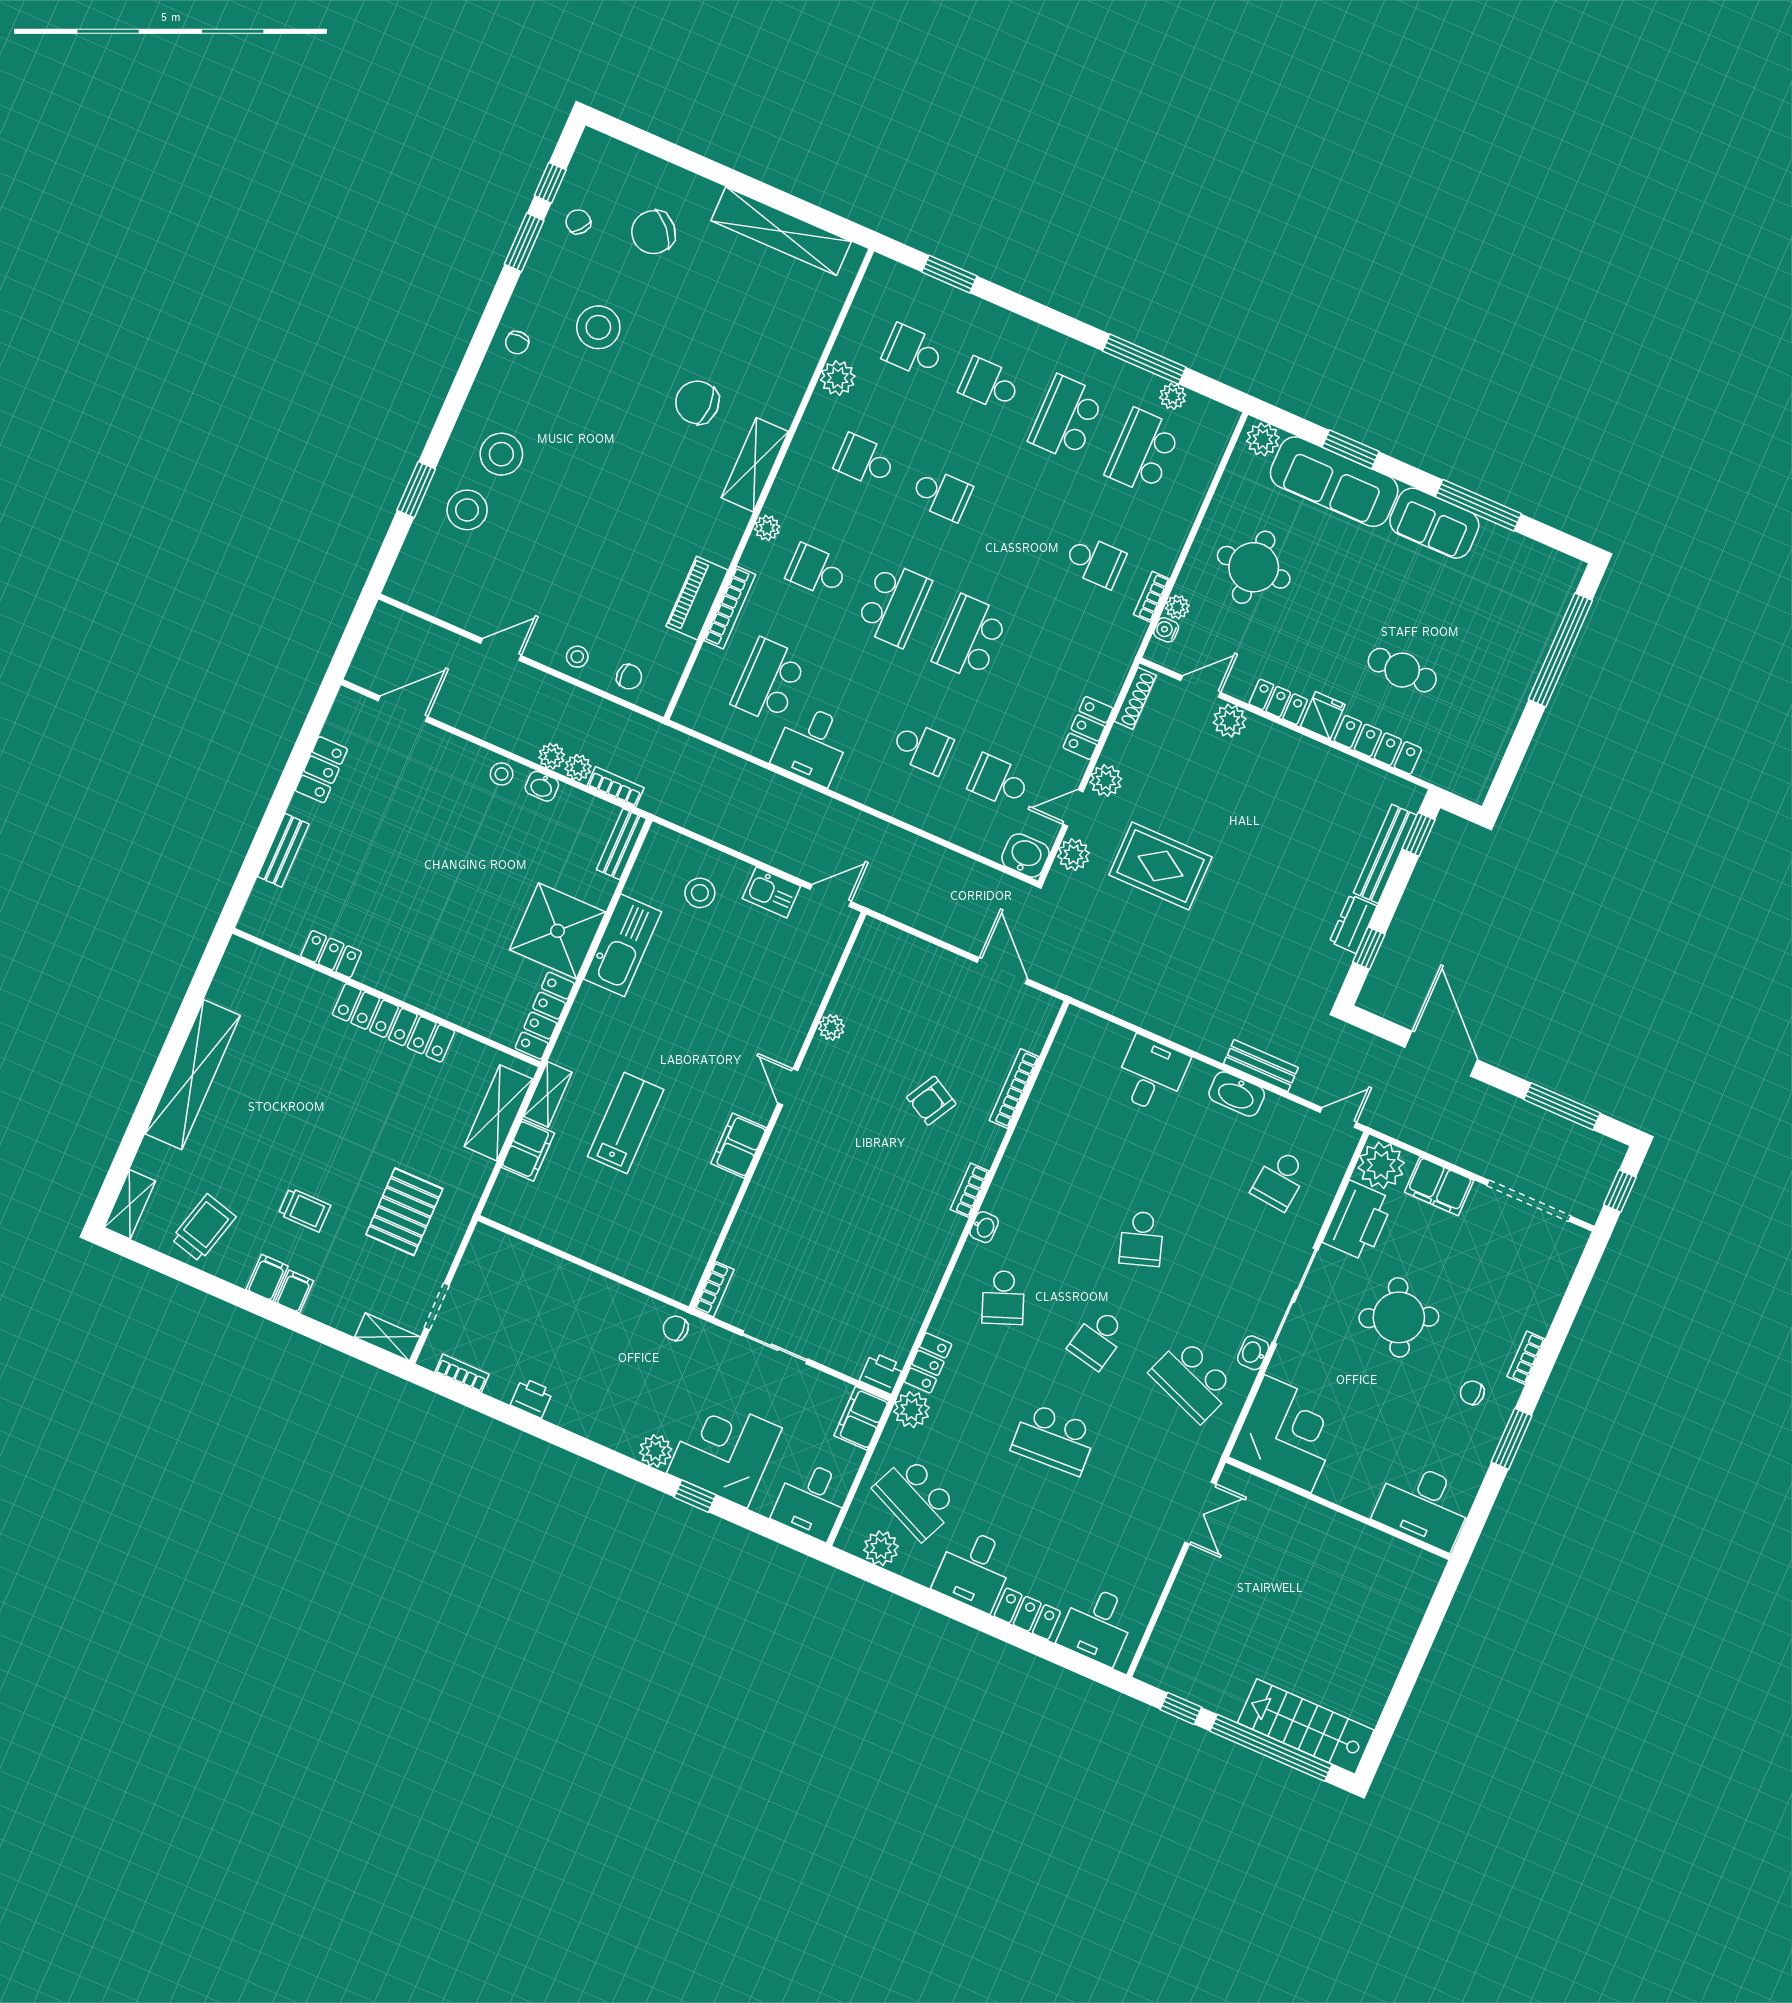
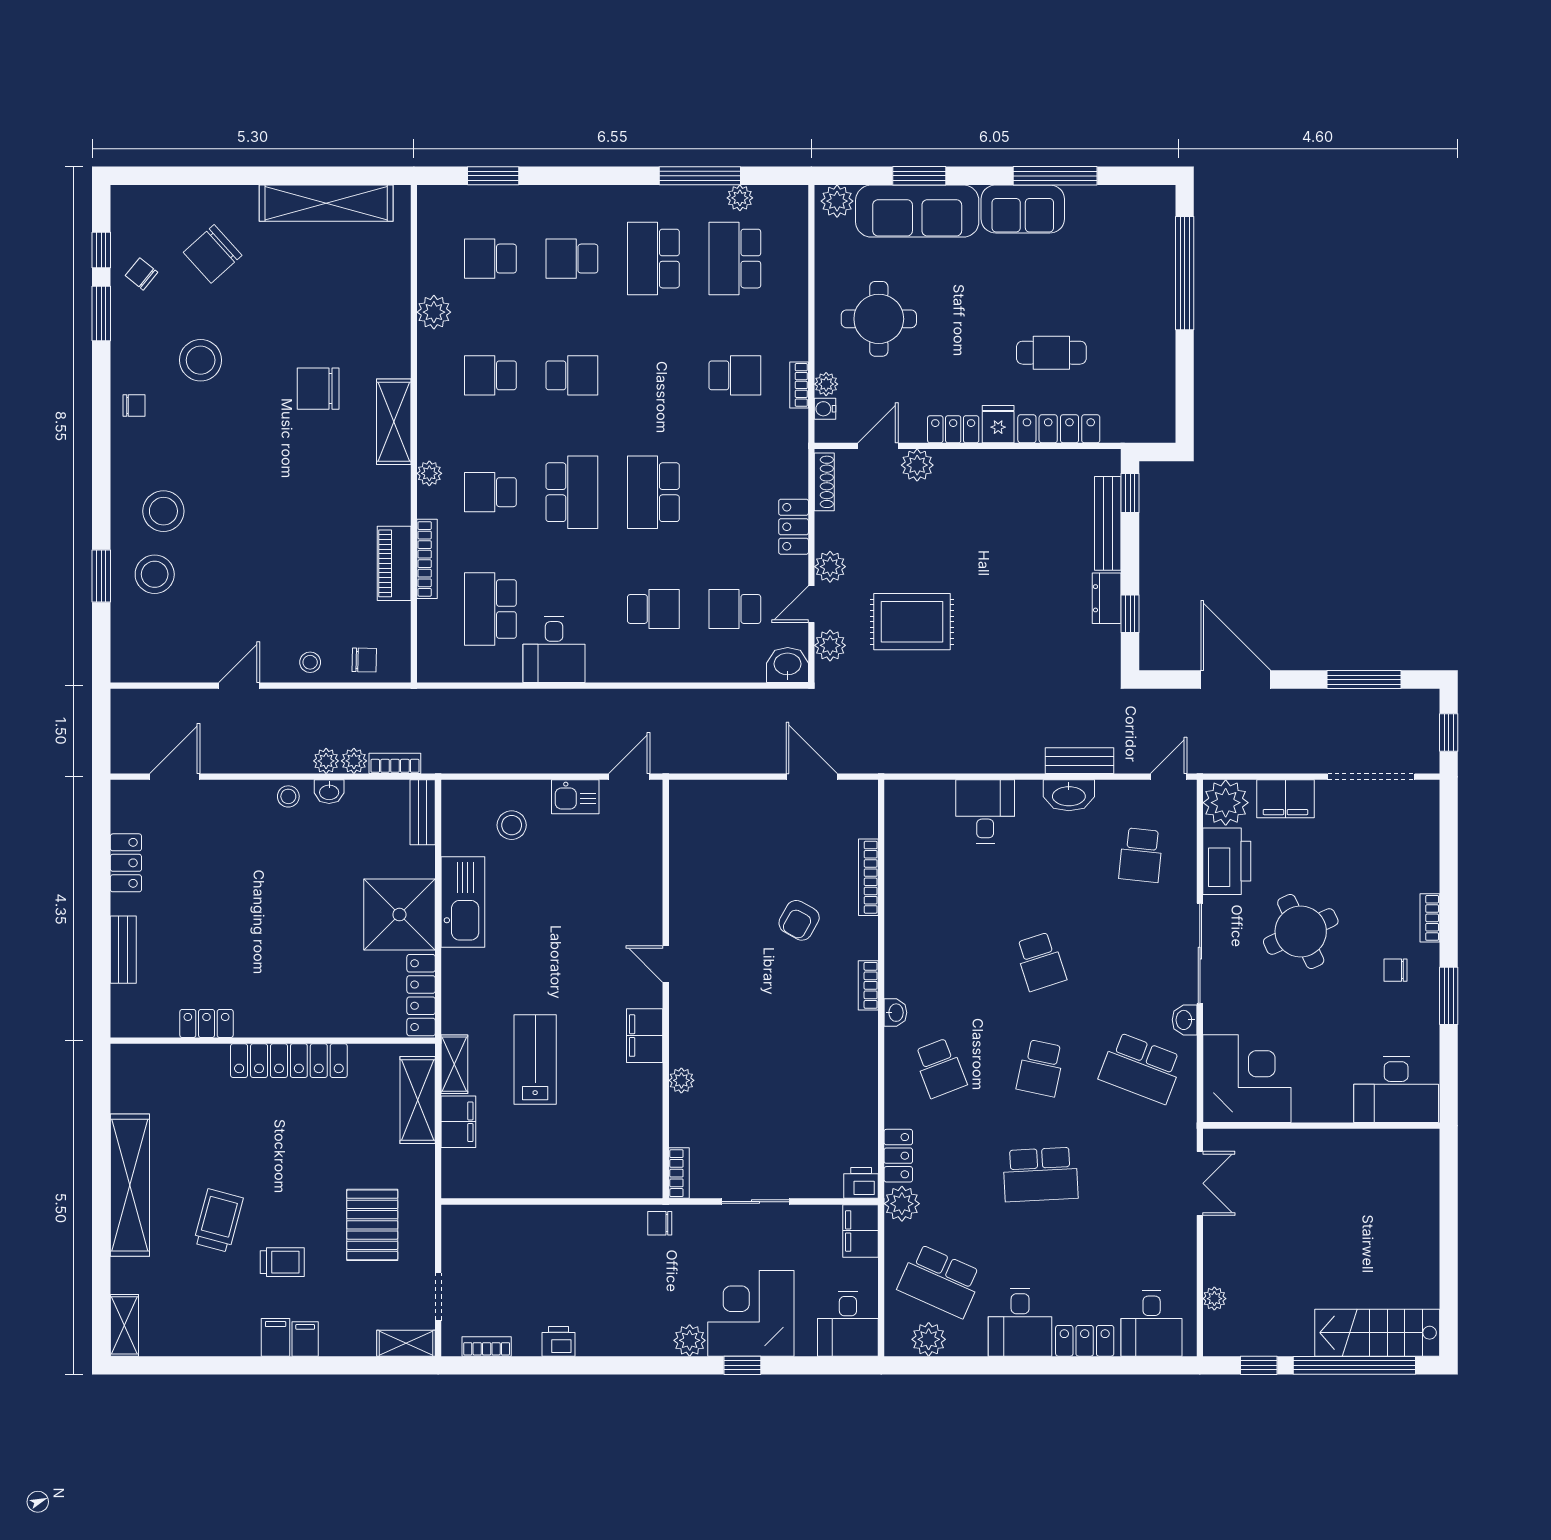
chair: (517, 343) -> (134, 405), turned -90
plant: (831, 1027) -> (681, 1080), moved
trolley: (204, 1228) -> (218, 1221), moved
plant: (1167, 1627) -> (1214, 1299), added

